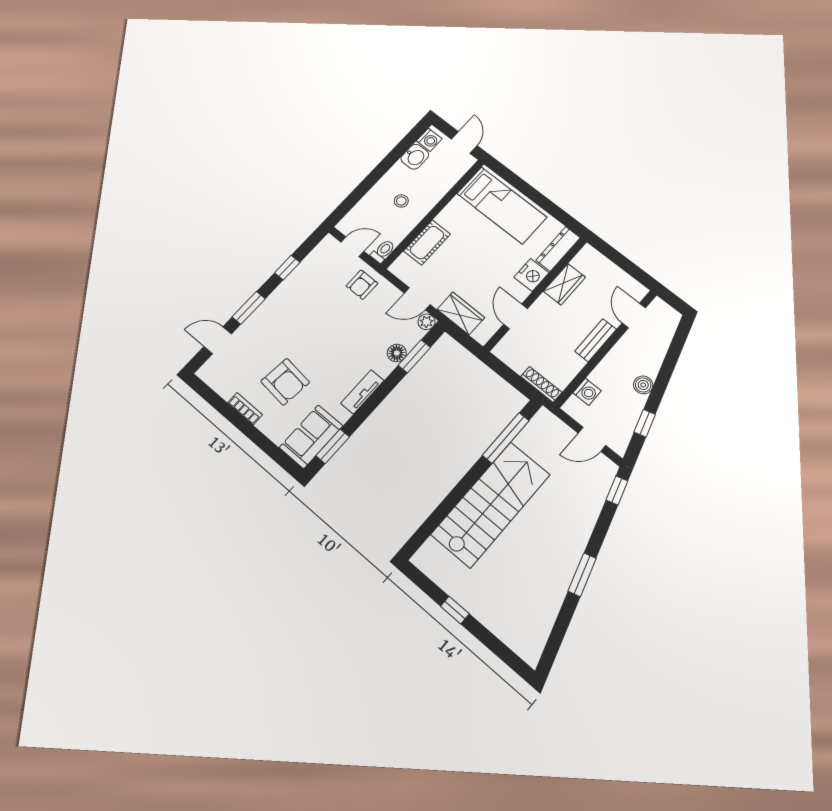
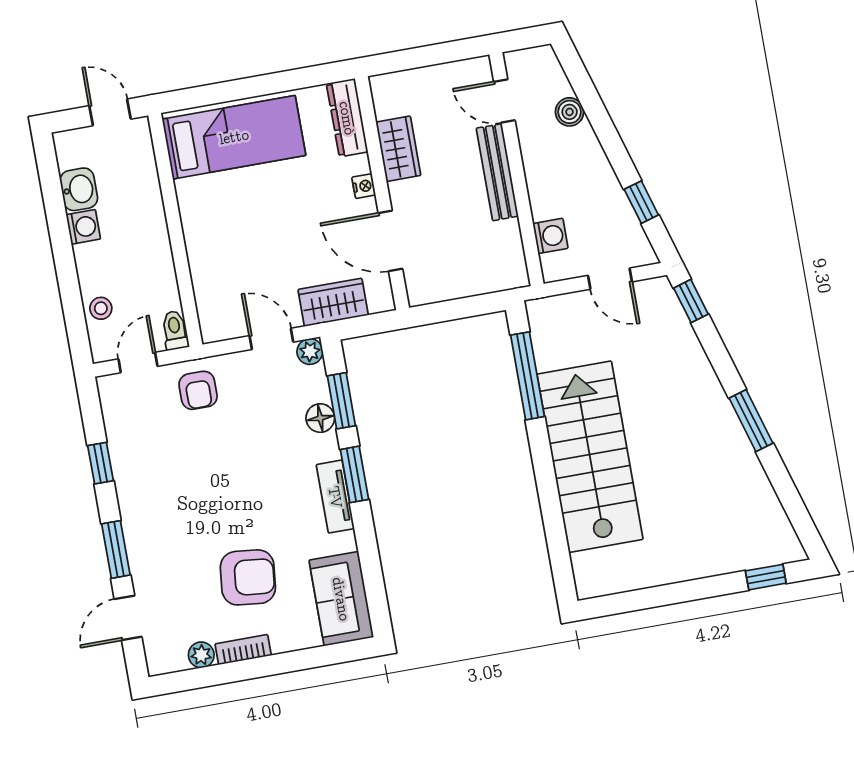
washing machine: (429, 140) -> (83, 227), moved
stool: (401, 201) -> (101, 308), moved
cot: (427, 243) -> (208, 268), removed
nightstand: (531, 275) -> (364, 186), width x0.53, depth x0.56
door: (417, 299) -> (271, 339), swing flipped
door: (516, 316) -> (390, 241), width x1.38
bench: (596, 340) -> (497, 172), width x1.36
shoe rack: (541, 384) -> (498, 281), removed
boiler: (643, 385) -> (570, 112), moved
plant: (226, 390) -> (201, 655), added
door: (592, 439) -> (610, 279), hinge flipped
window: (333, 446) -> (354, 474), moved
window: (455, 610) -> (766, 577), moved

